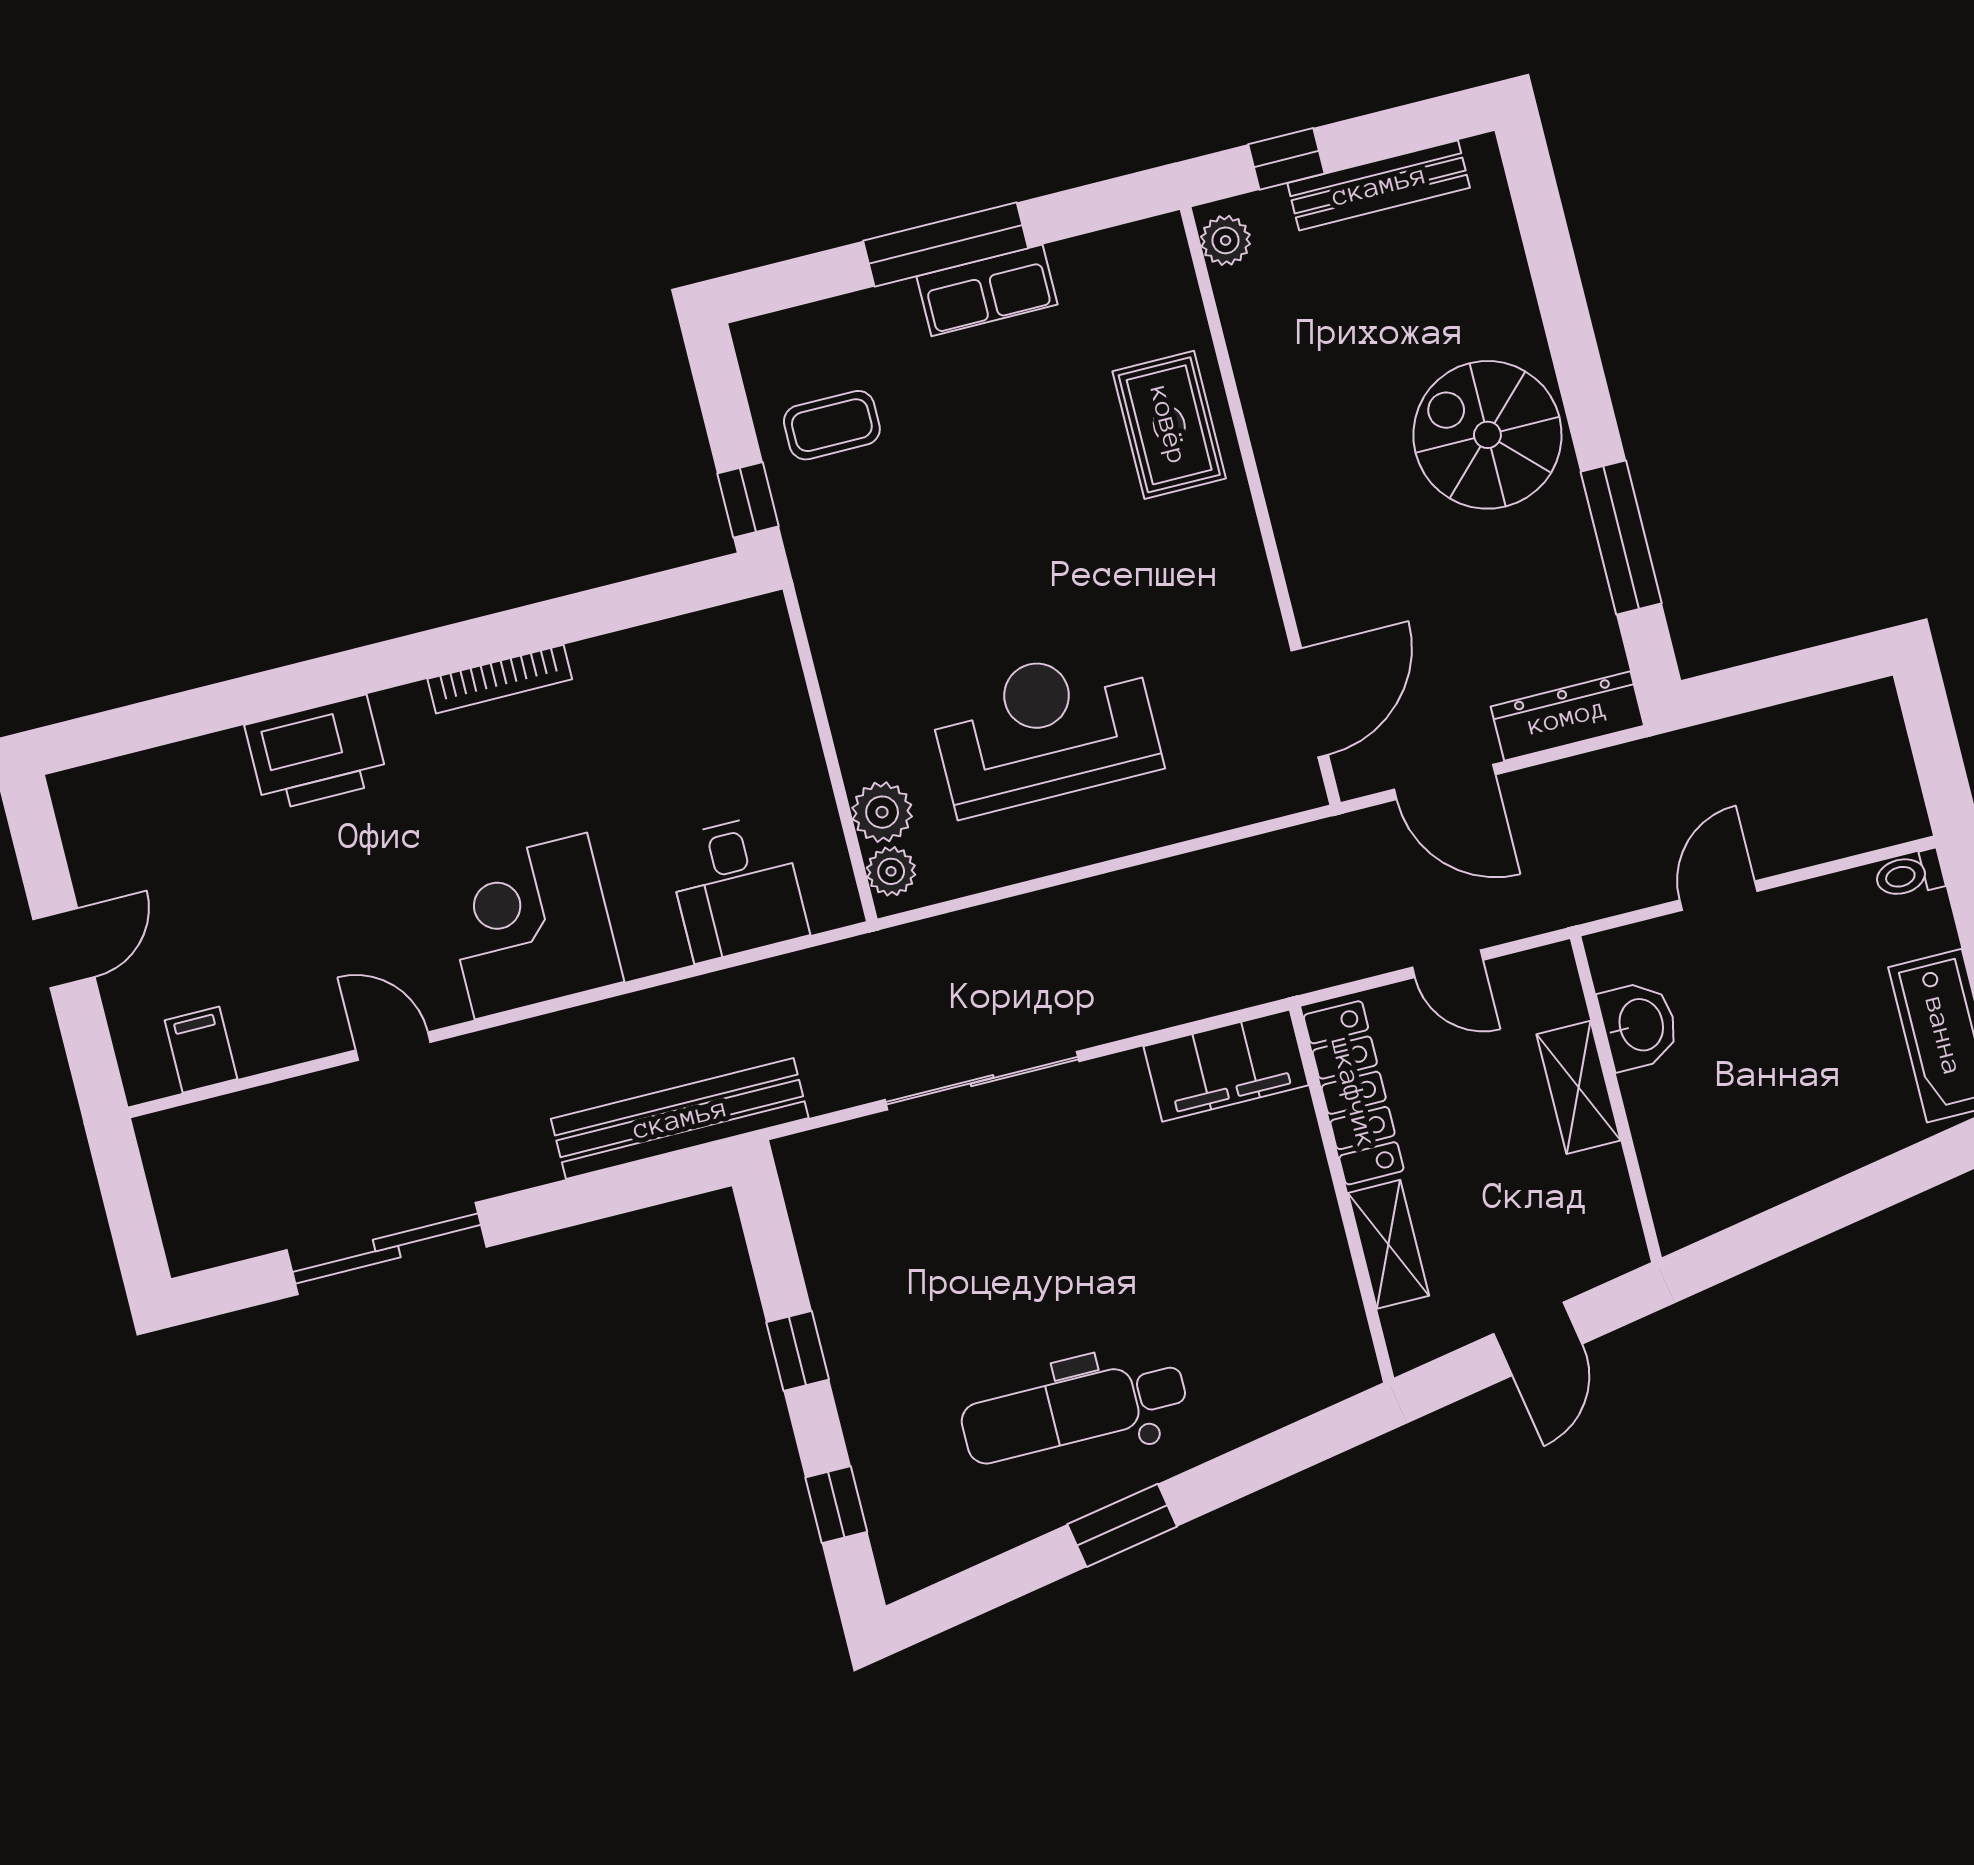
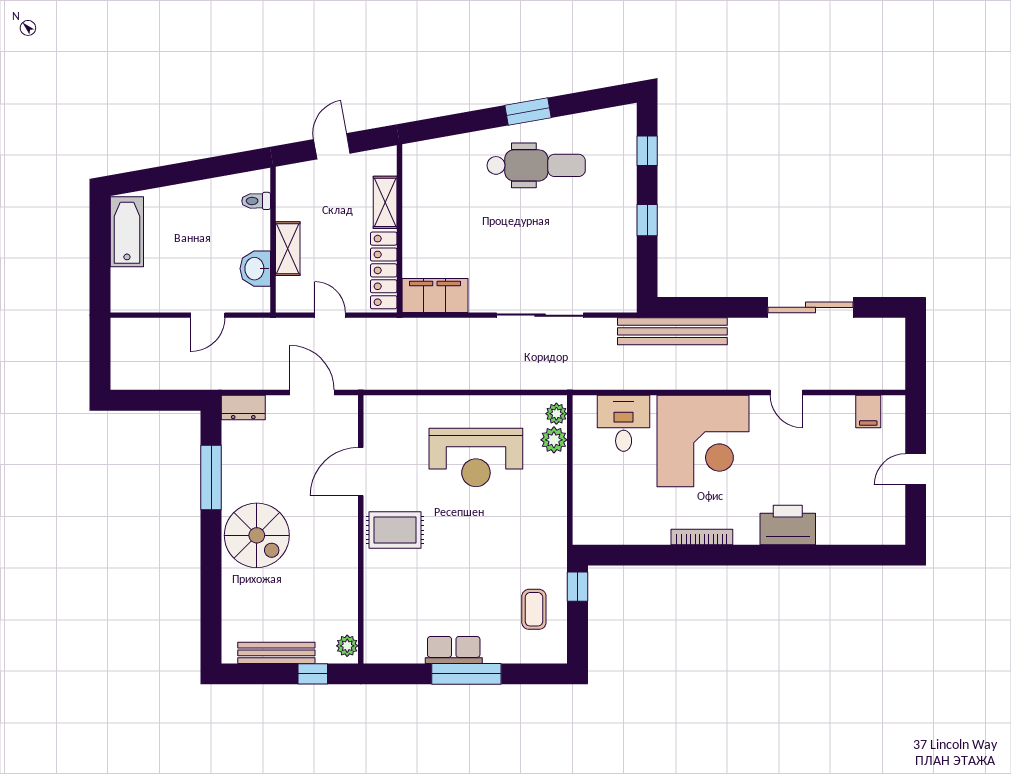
coffee table: (832, 425) -> (534, 609), turned 90
rug: (1169, 425) -> (395, 530), moved, turned 90
door: (1310, 703) -> (361, 472), moved
dresser: (1567, 716) -> (243, 407), width x0.70
toilet: (1909, 875) -> (256, 201), moved, turned 180
corner desk: (531, 926) -> (703, 441), width x1.36, depth x1.36

